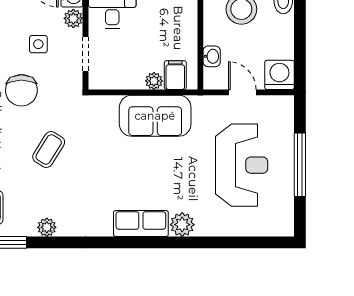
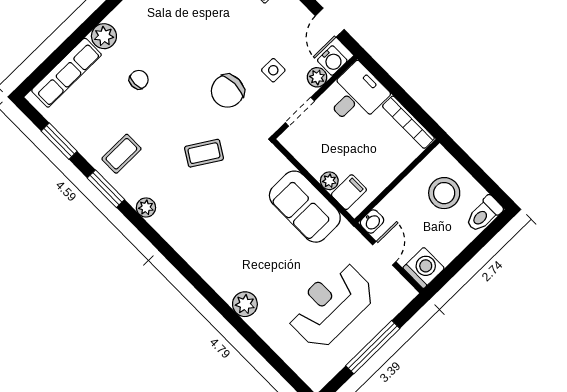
washbasin: (212, 56) -> (372, 222), moved
reception desk: (242, 165) -> (331, 305), turned 180
row of seats: (141, 224) -> (216, 273), removed

